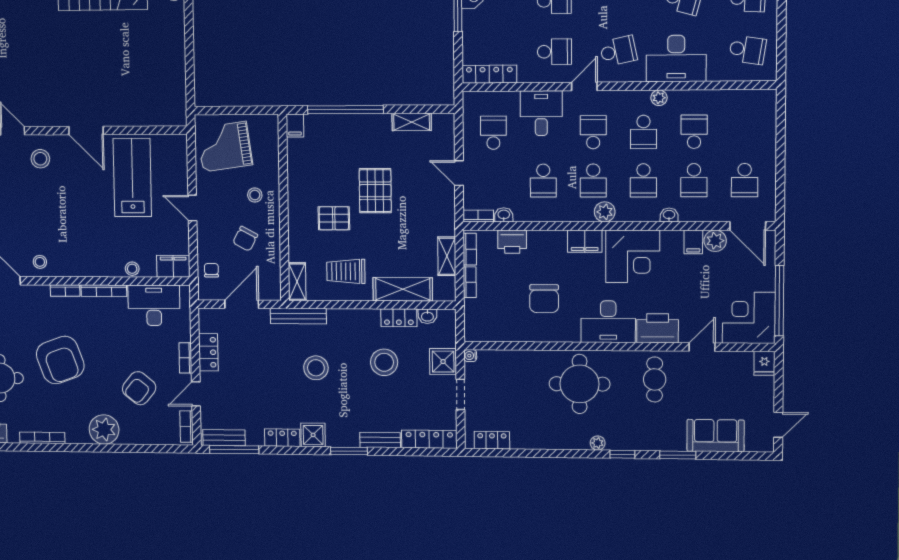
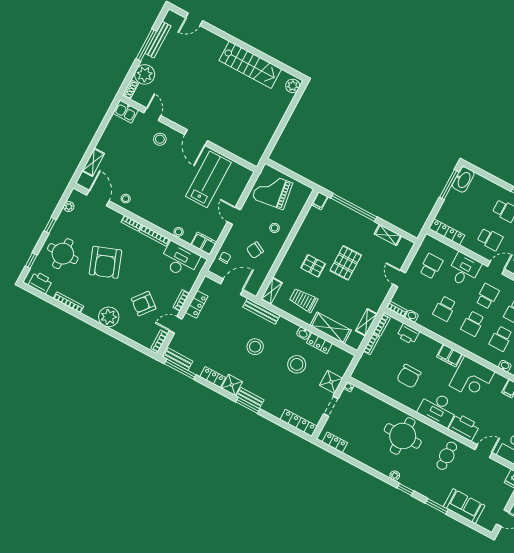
plant: (605, 212) -> (470, 345), removed
washbasin: (427, 316) -> (303, 333), moved
bench: (380, 440) -> (250, 398), moved

